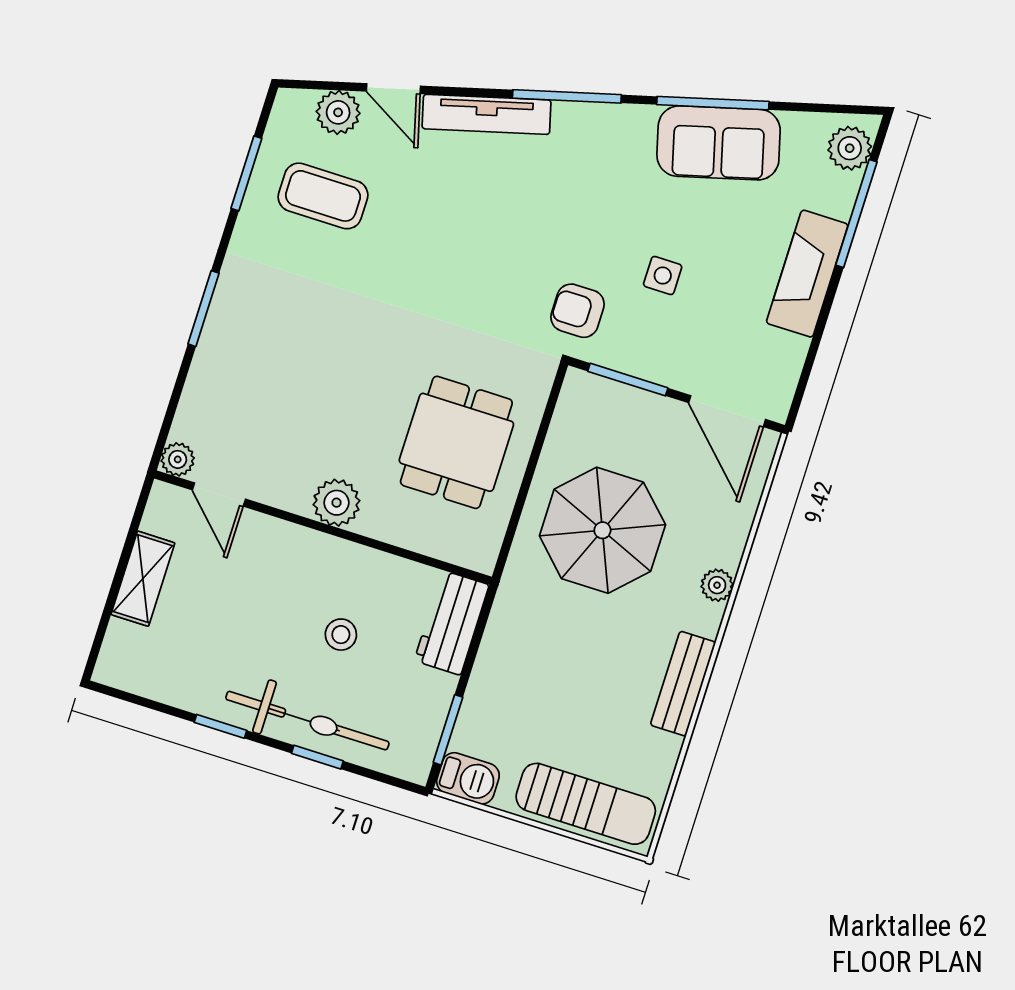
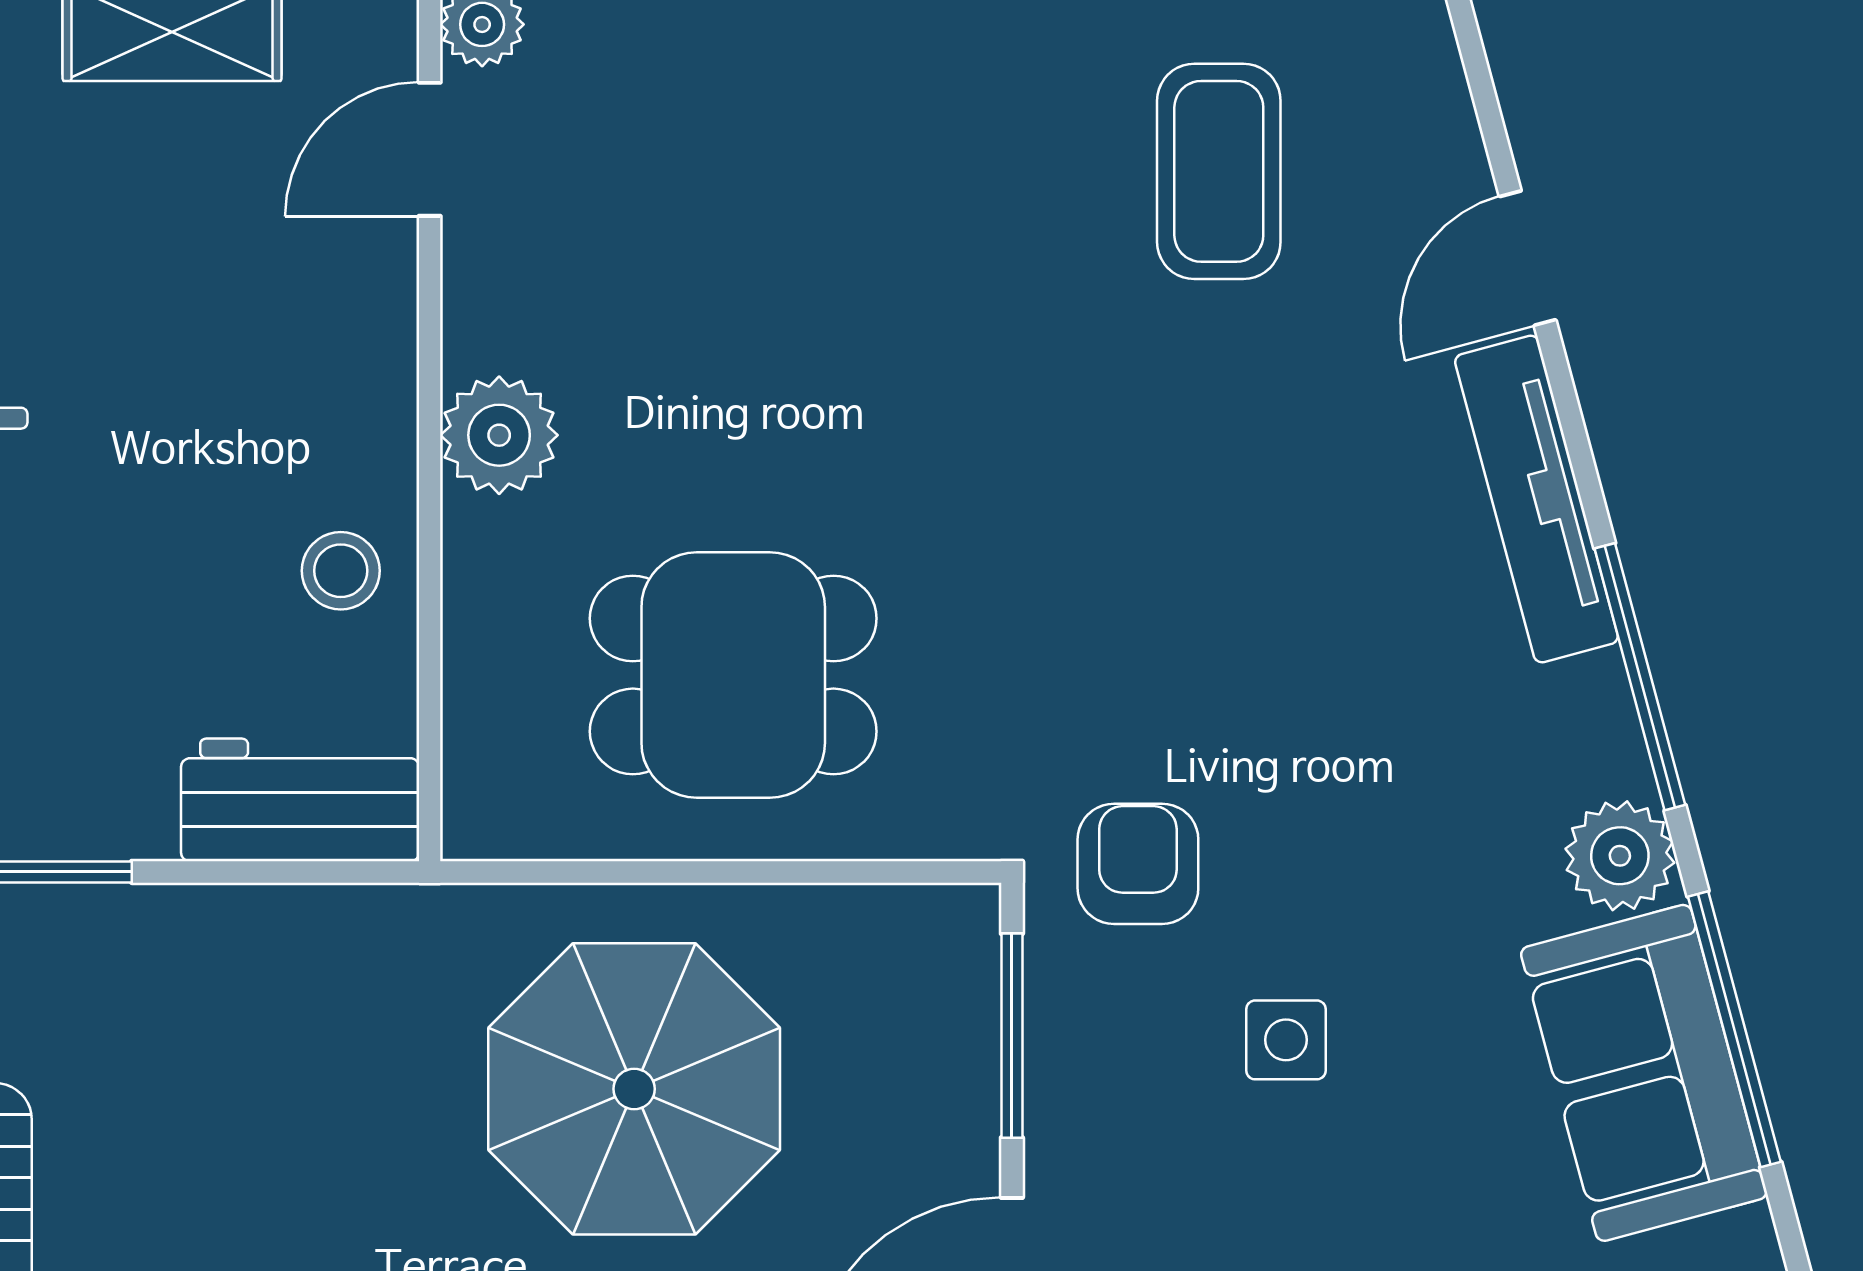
plant: (338, 112) -> (1620, 856), moved
stool: (341, 635) -> (341, 571), moved

